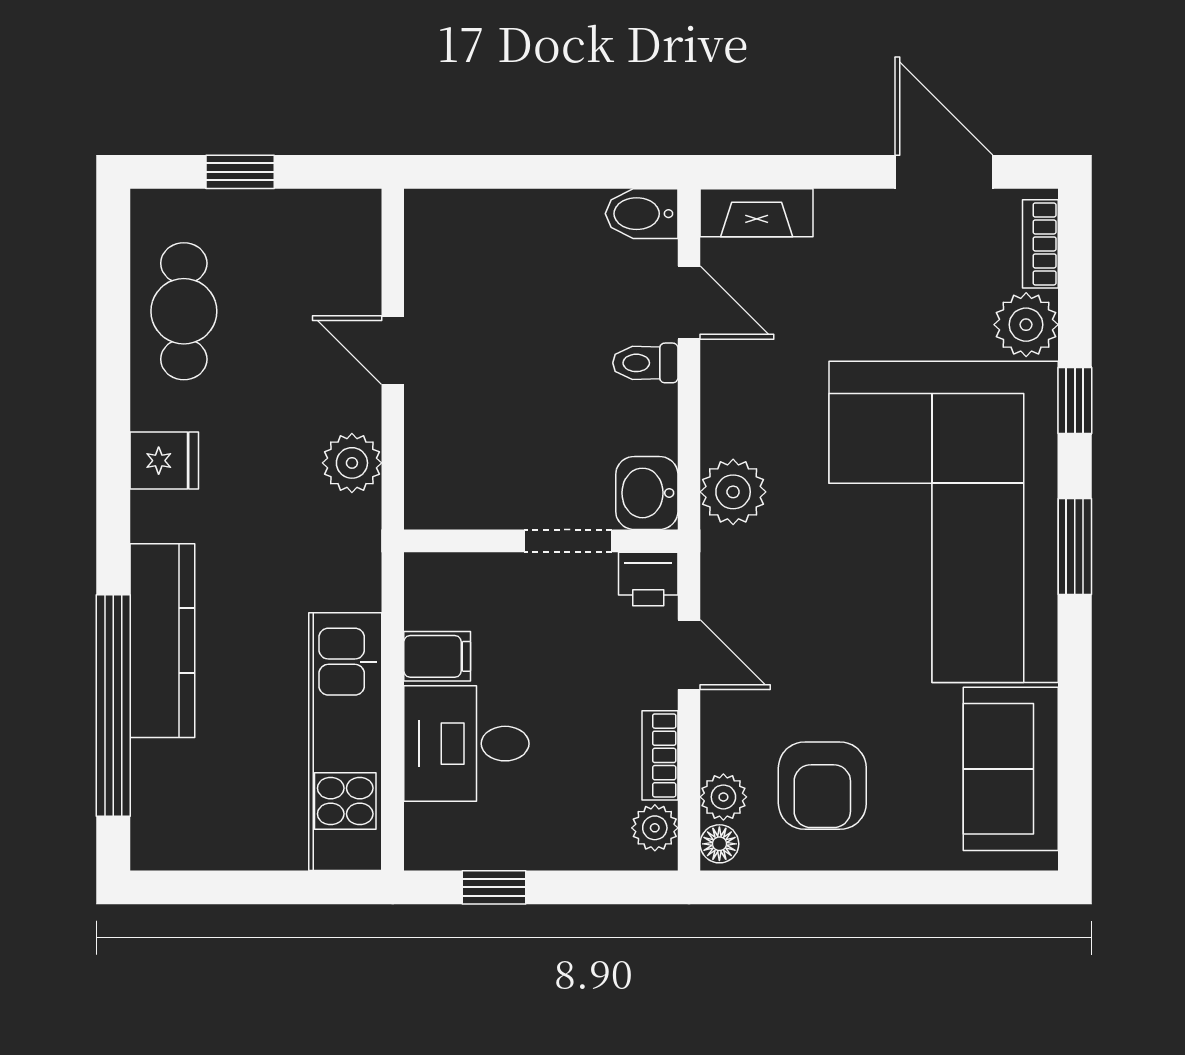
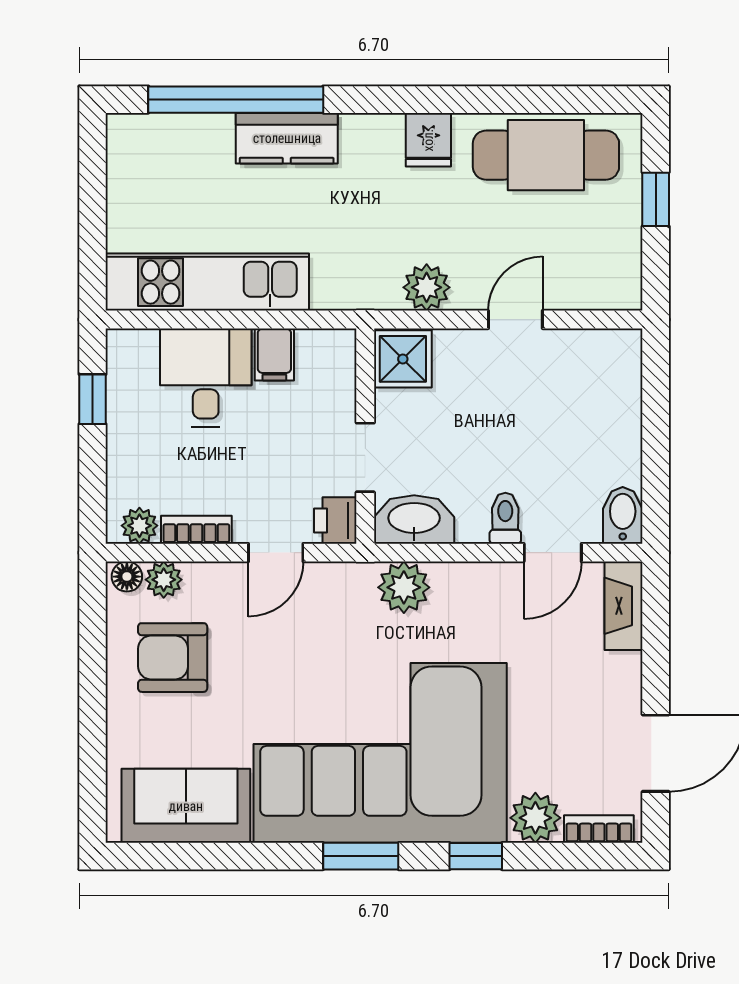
cafe table: (184, 311) -> (546, 155), width x1.37, depth x1.35
shower: (443, 493) -> (403, 359), added
washbasin: (647, 493) -> (414, 519), width x1.38
kitchen counter: (162, 641) -> (287, 138), width x0.67

